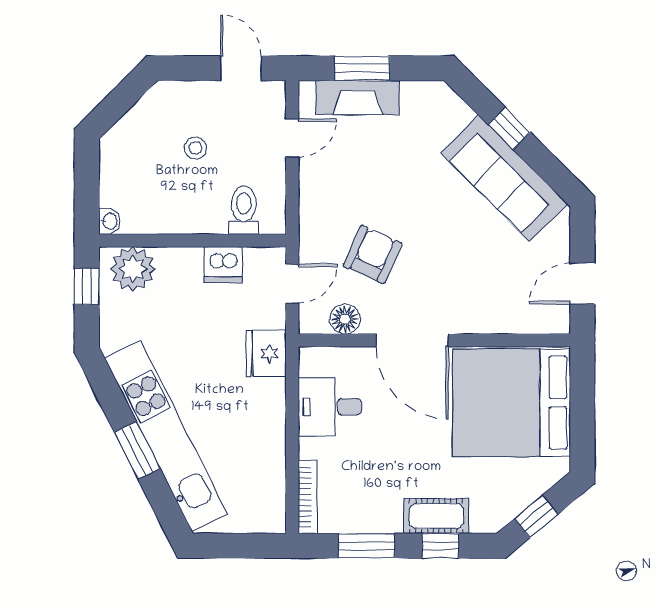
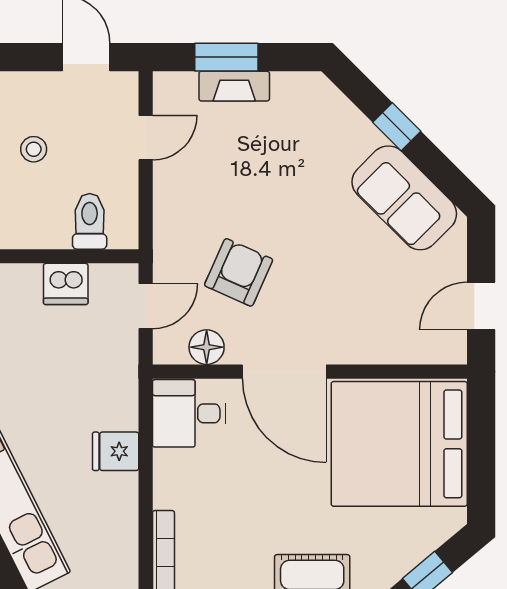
fireplace: (358, 97) -> (234, 86), width x0.73, depth x0.76
sofa: (504, 178) -> (404, 198), width x0.73
fridge: (266, 354) -> (116, 451), moved, width x0.72
desk: (330, 407) -> (189, 413), moved

